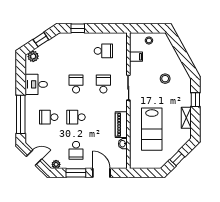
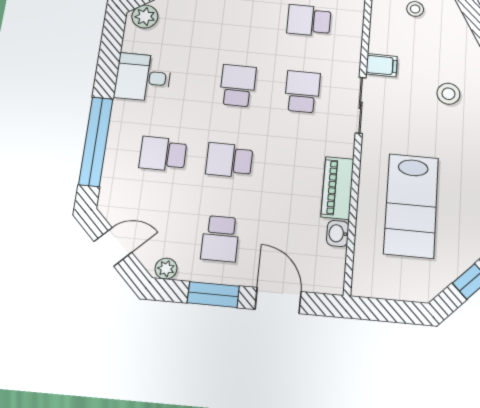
school desk: (103, 51) -> (309, 21), turned 180
filing cabinet: (136, 57) -> (382, 65), moved

